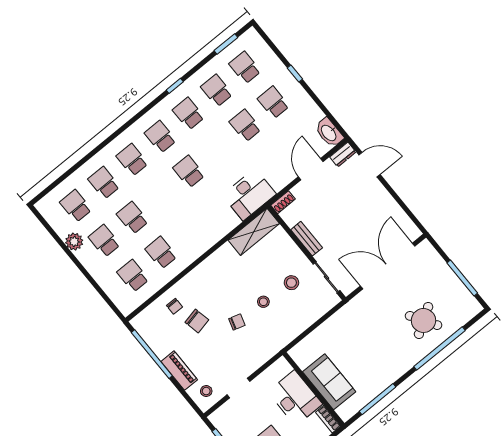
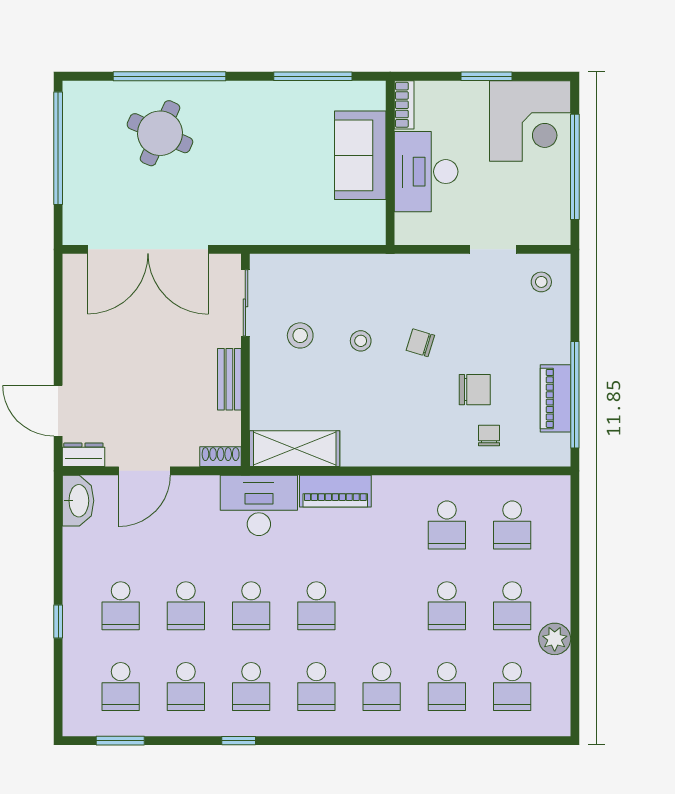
school desk: (217, 149) -> (251, 606), added
piano: (221, 228) -> (335, 491), added
window: (462, 278) -> (58, 148), width x1.46
round table: (424, 320) -> (160, 133), turned -34
chair: (197, 321) -> (475, 390), turned 102
piano: (179, 371) -> (555, 398), moved

